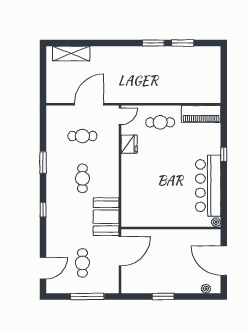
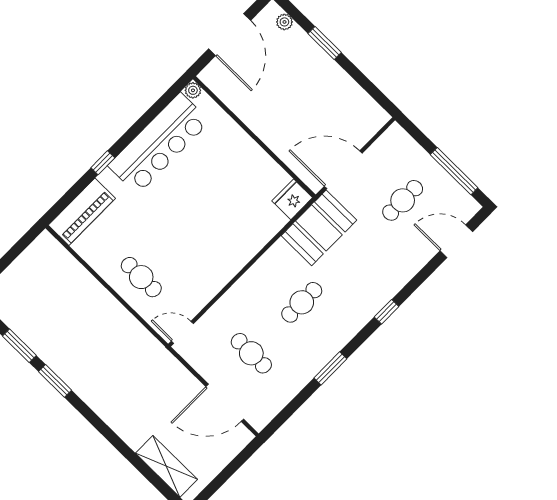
door: (89, 104) -> (225, 403), moved
piano: (201, 114) -> (82, 212), moved, turned 90
fridge: (129, 144) -> (292, 199), moved
window: (87, 297) -> (454, 171), moved
window: (163, 297) -> (325, 43), moved

